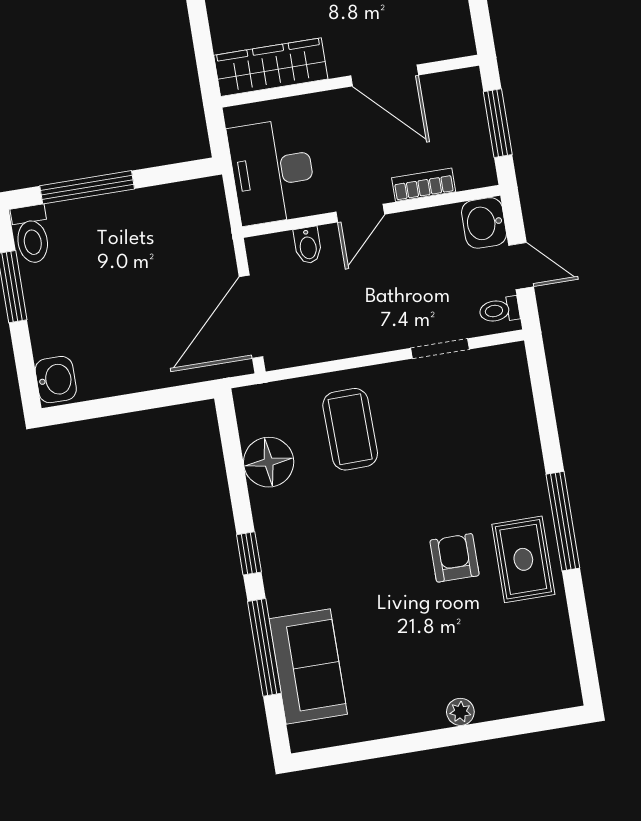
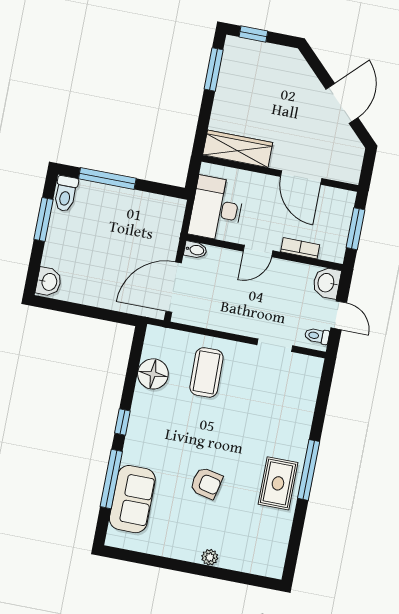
bidet: (308, 245) -> (195, 250), moved, turned -90
armchair: (455, 558) -> (206, 483), moved, turned 102

